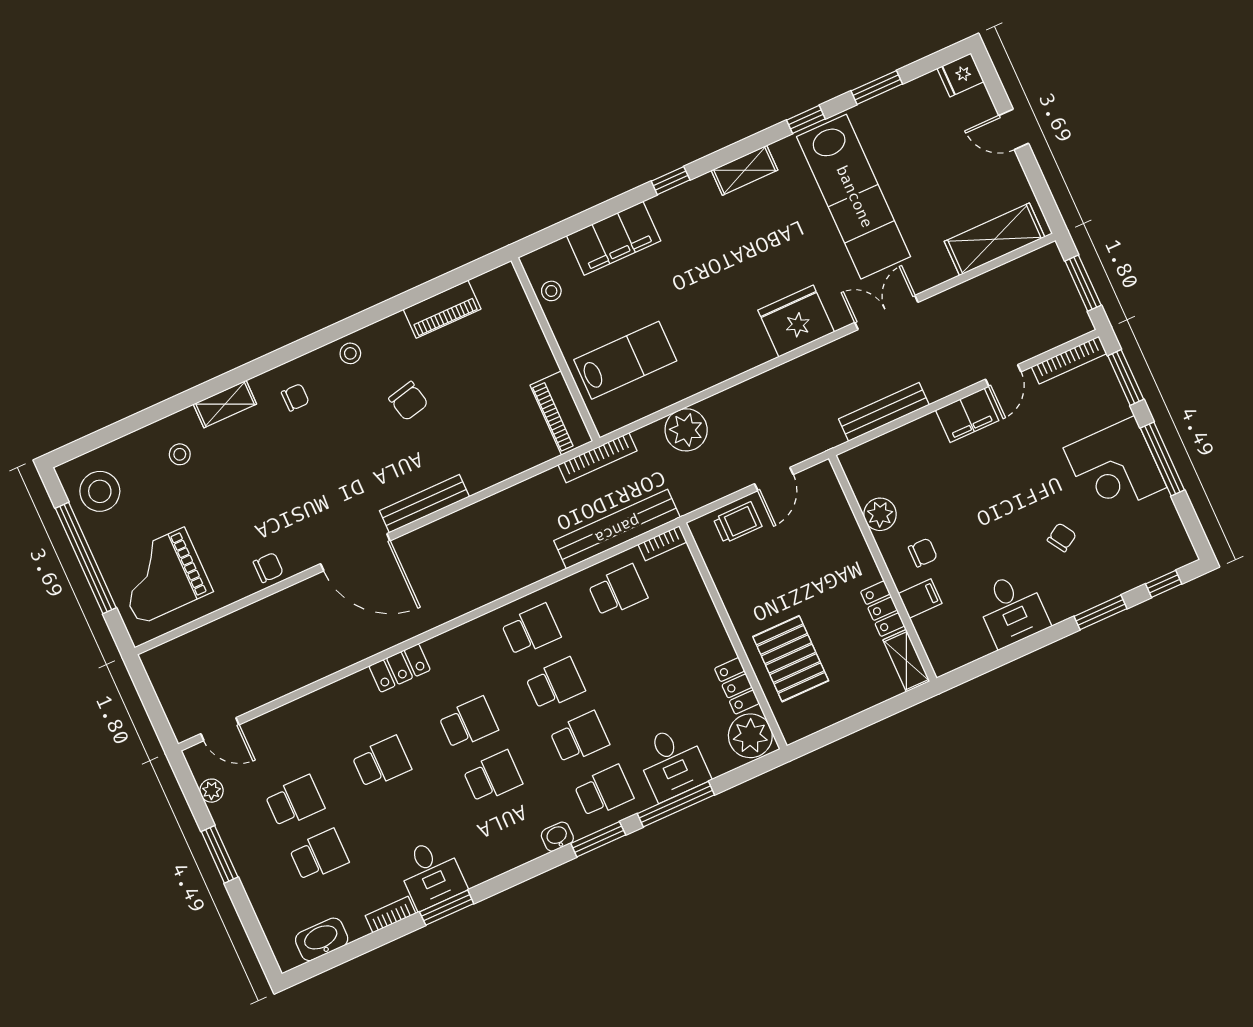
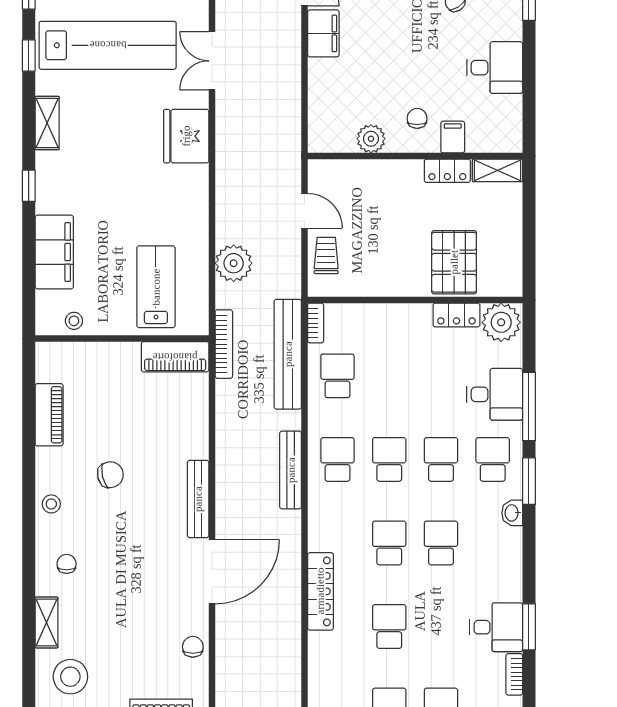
bench: (884, 412) -> (291, 470), moved
stool: (180, 454) -> (70, 677), width x1.89, depth x1.89
pallet: (791, 659) -> (454, 262), turned 90
locker: (400, 668) -> (320, 591), width x1.53

